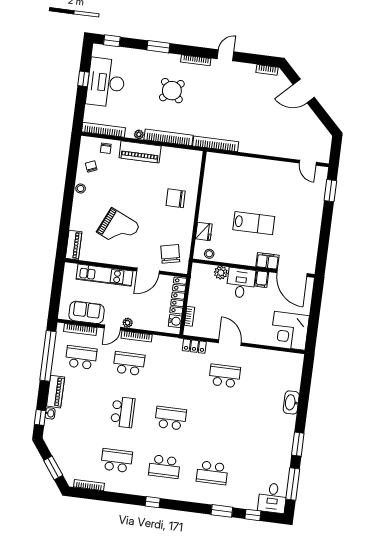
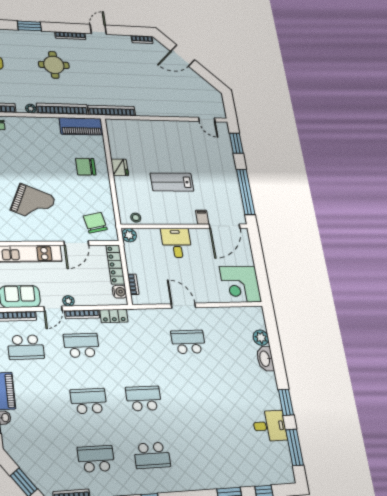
round table: (172, 91) -> (54, 65), turned 45
piano: (140, 152) -> (81, 126), moved
lab bench: (254, 223) -> (172, 182), turned 180
fridge: (204, 231) -> (120, 167), moved
window: (324, 242) -> (246, 192), added
filing cabinet: (267, 261) -> (202, 217), width x0.50
plant: (221, 273) -> (129, 235), moved
door: (292, 273) -> (225, 226), hinge flipped
filing cabinet: (262, 279) -> (196, 236), removed
locker: (194, 346) -> (114, 316), moved
school desk: (81, 357) -> (26, 347), turned 180
plant: (293, 383) -> (261, 338), added
school desk: (123, 412) -> (89, 401), turned -90
school desk: (212, 473) -> (206, 452), removed
desk: (272, 498) -> (270, 426), moved, turned -90

